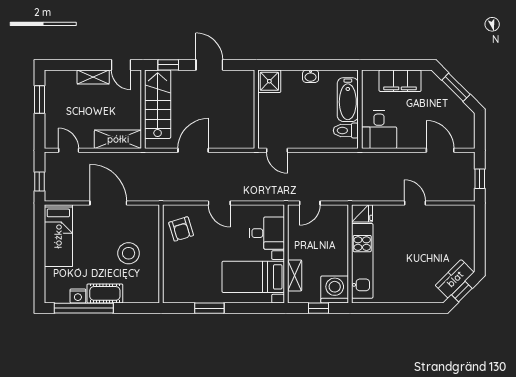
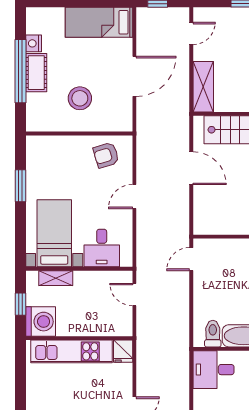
window: (84, 308) -> (20, 71), moved

